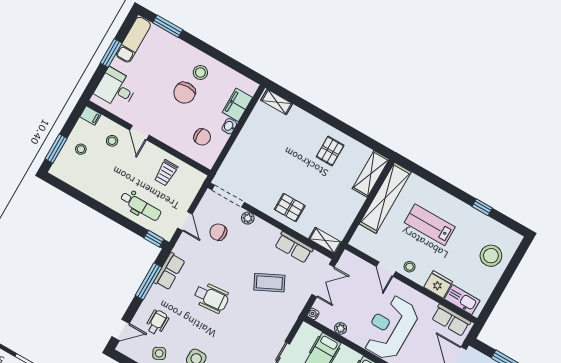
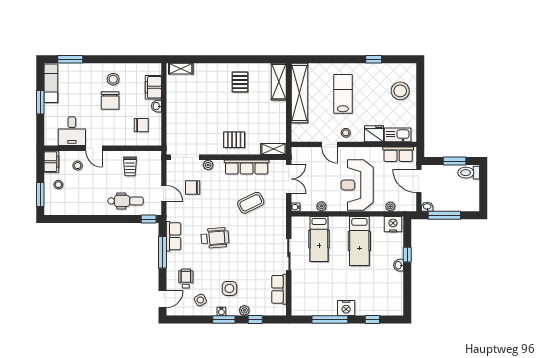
desk: (116, 88) -> (72, 131), moved, turned -90
filing cabinet: (90, 116) -> (51, 162), width x2.00
lab bench: (430, 225) -> (343, 94), turned 90
row of seats: (294, 247) -> (247, 167), width x1.48

